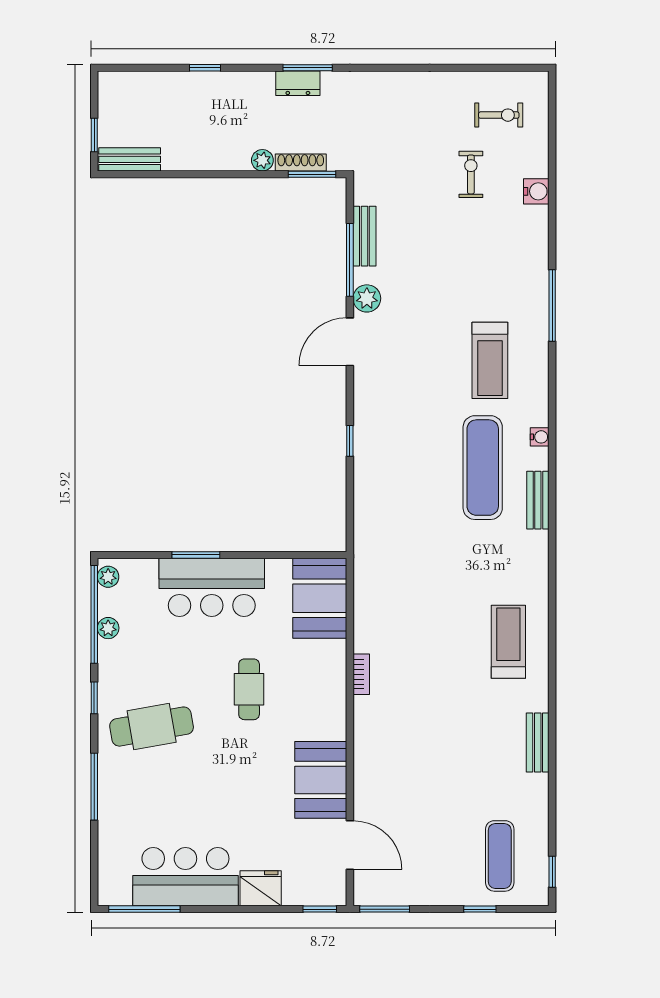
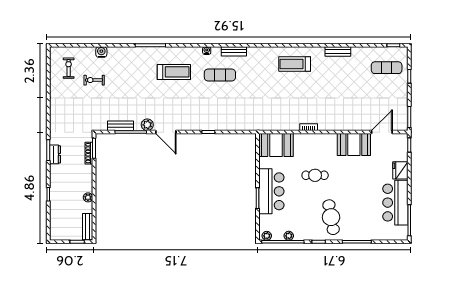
plant: (262, 160) -> (88, 197), moved
exercise mat: (483, 468) -> (220, 75), width x0.73, depth x0.69

